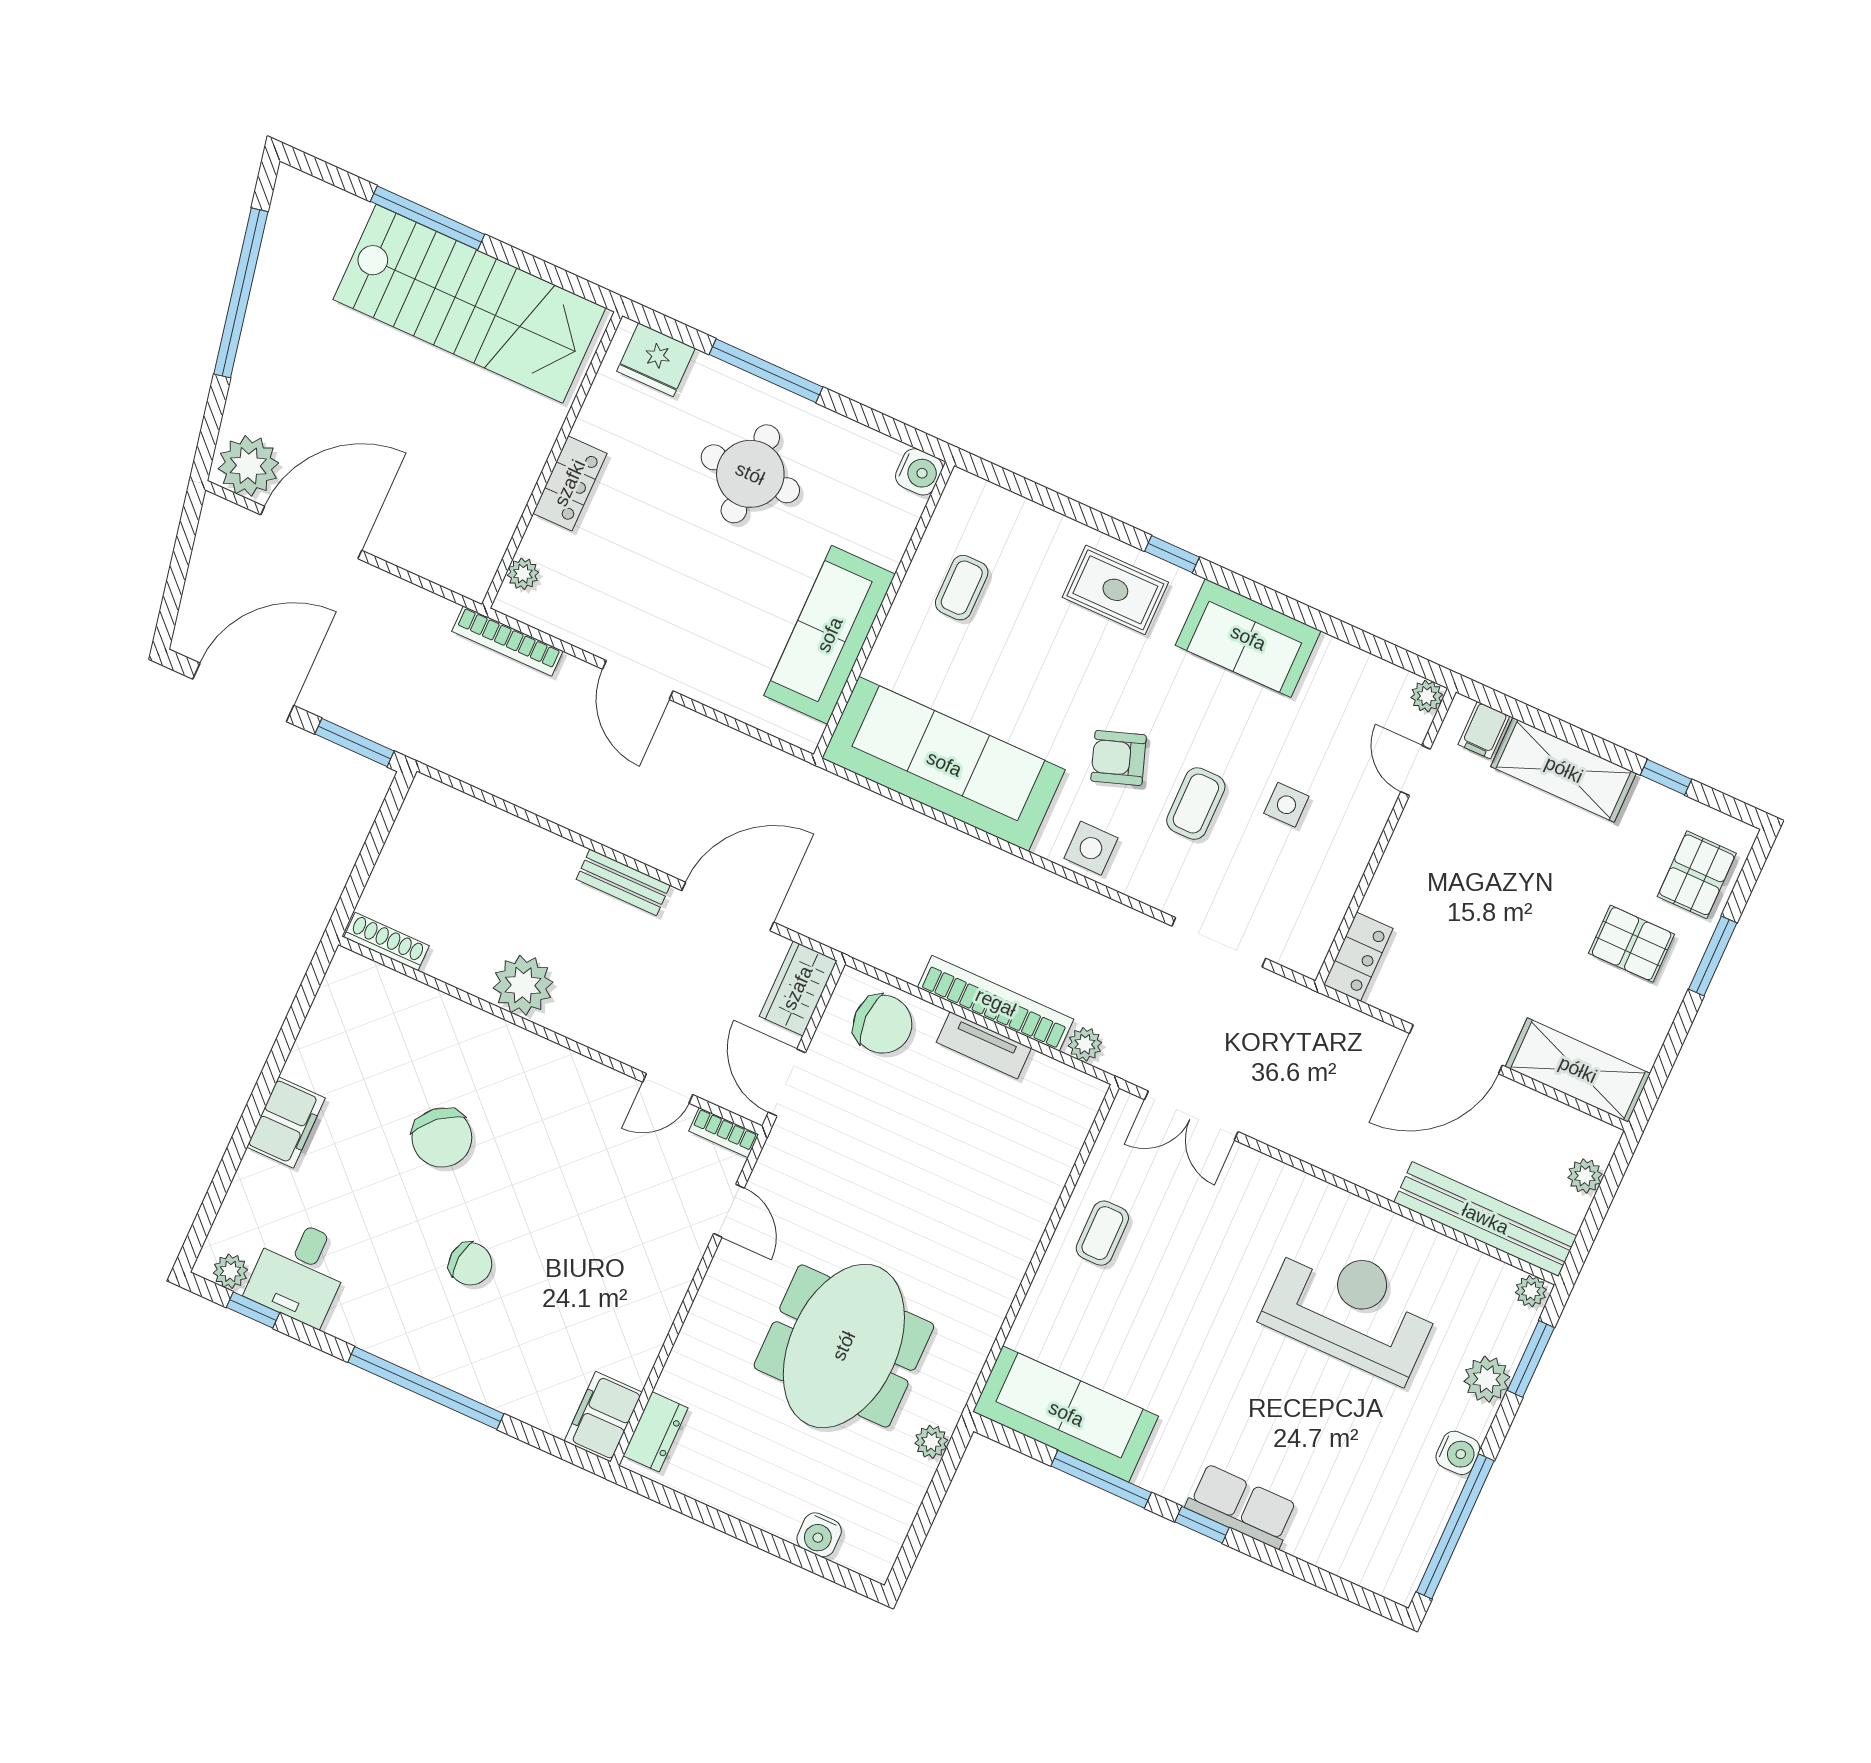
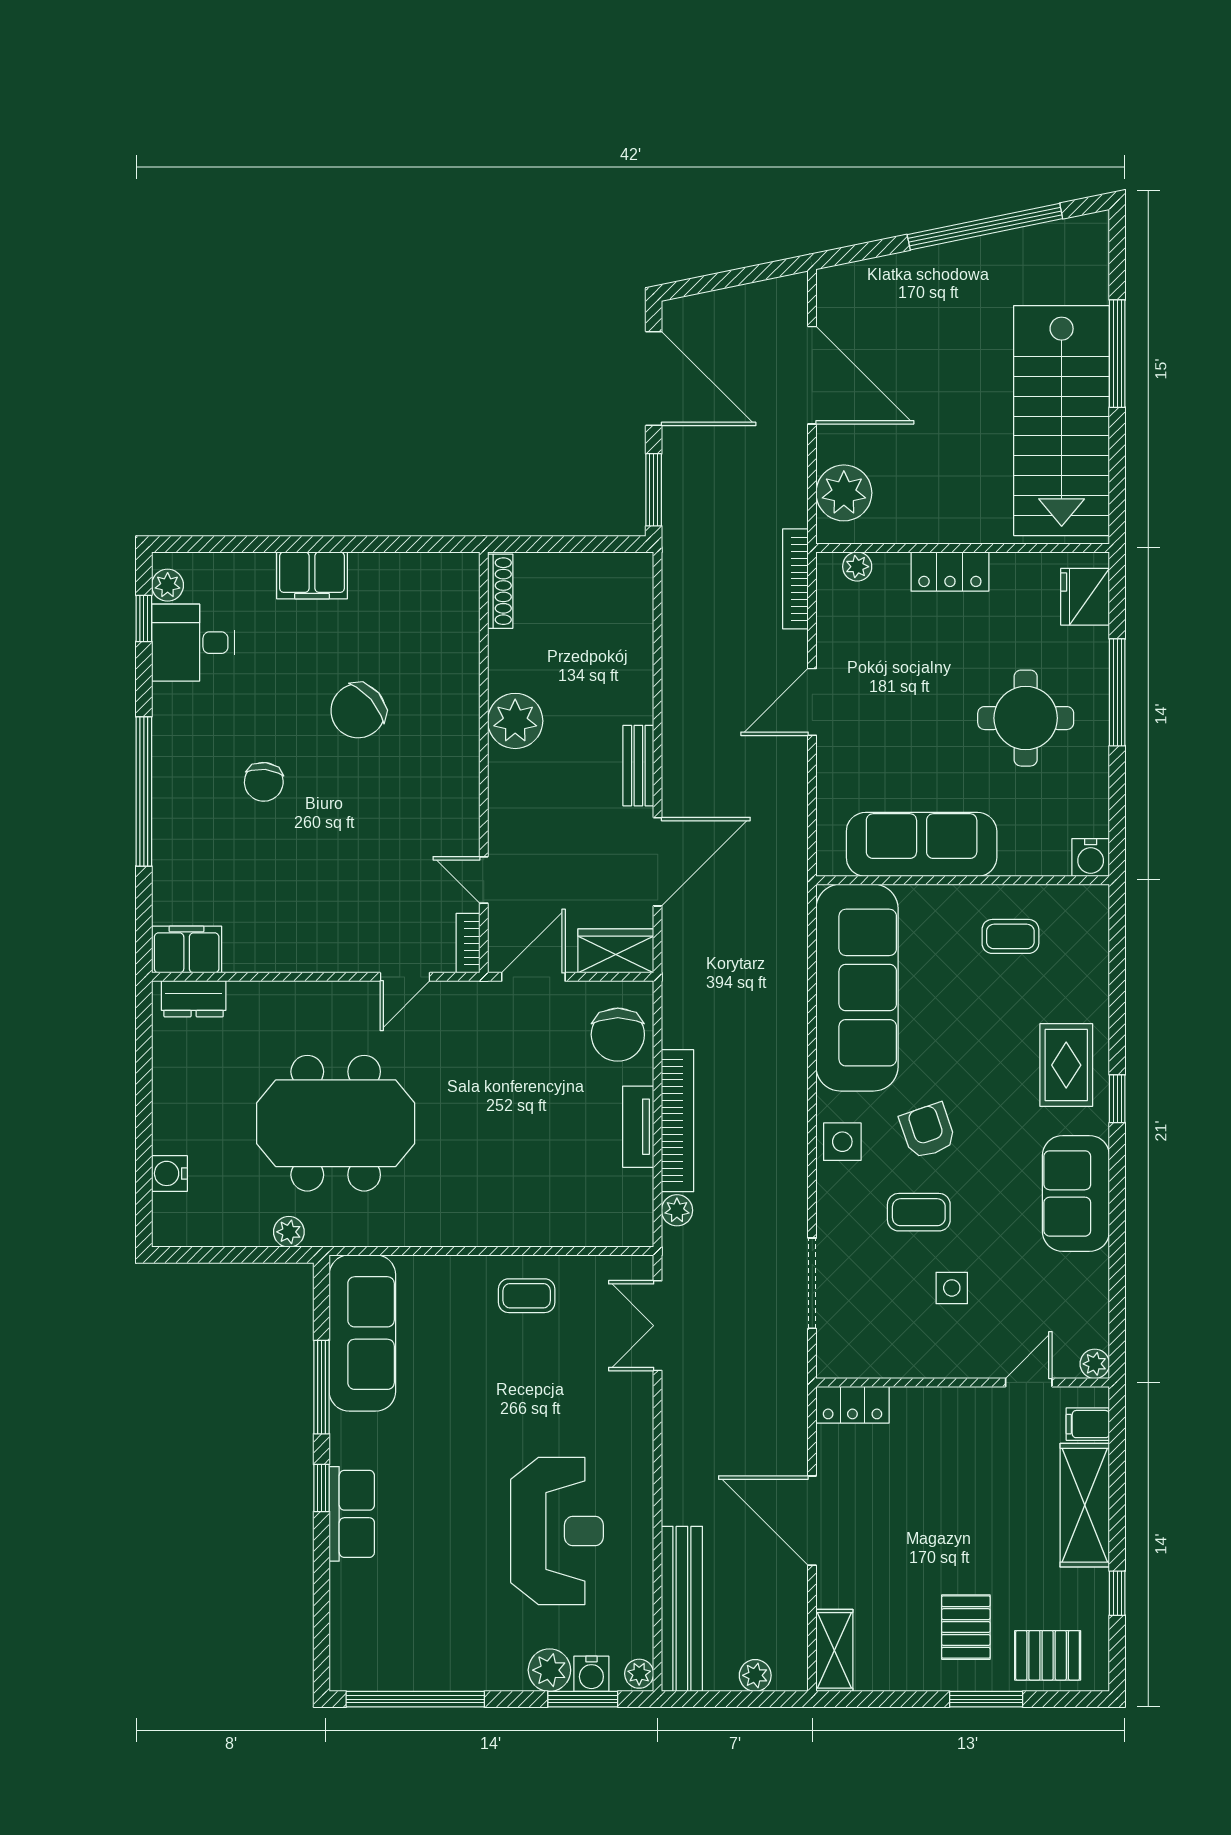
plant: (248, 466) -> (844, 493), moved
door: (728, 906) -> (658, 862), hinge flipped
shelving: (1578, 1070) -> (834, 1650), width x0.67, depth x0.75
water cooler: (1458, 1453) -> (591, 1674), moved

